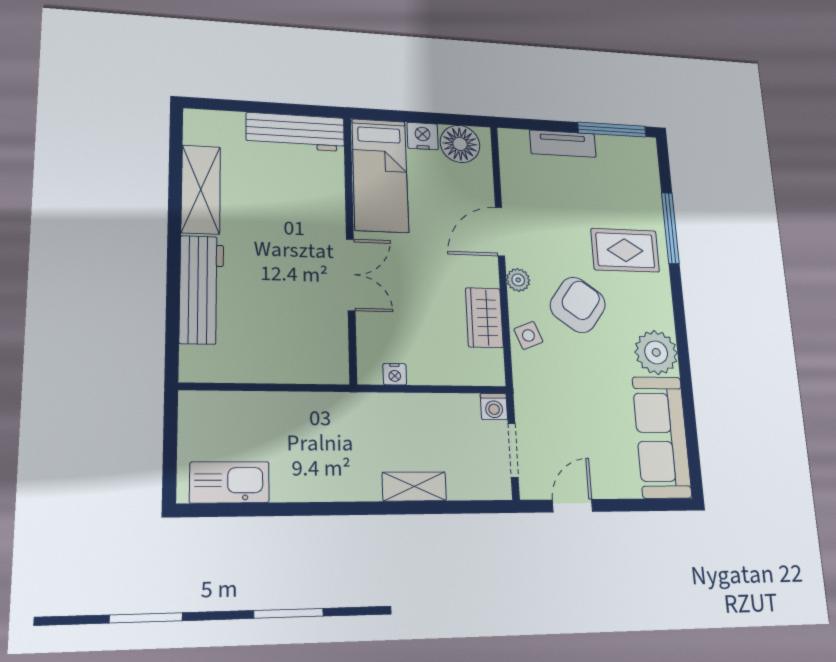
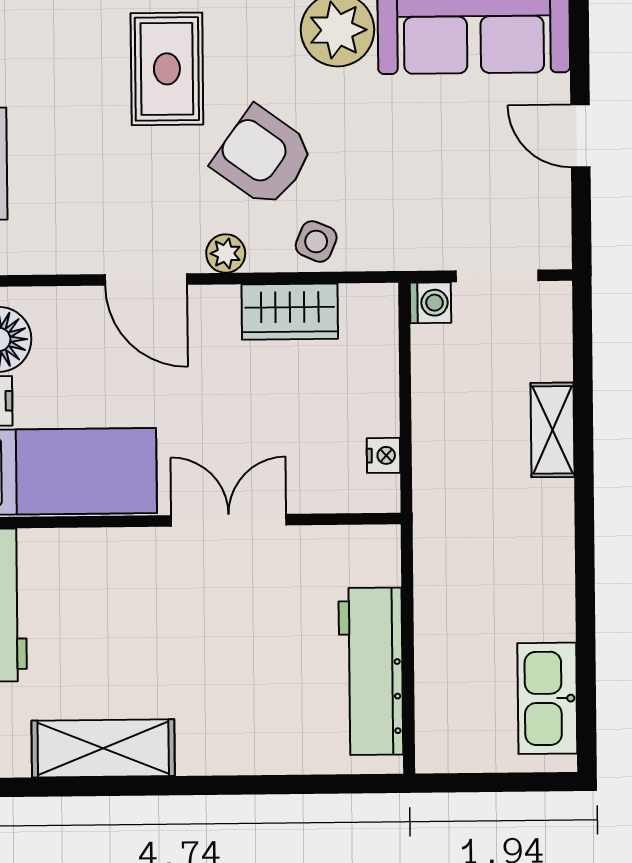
workbench: (201, 290) -> (371, 671), moved, turned -90
side table: (528, 335) -> (316, 241), turned 45
door: (572, 506) -> (580, 136), moved

